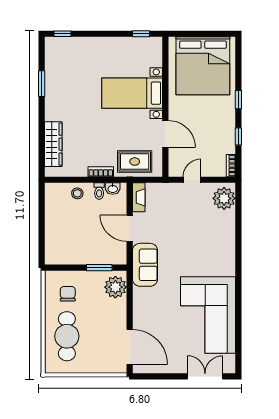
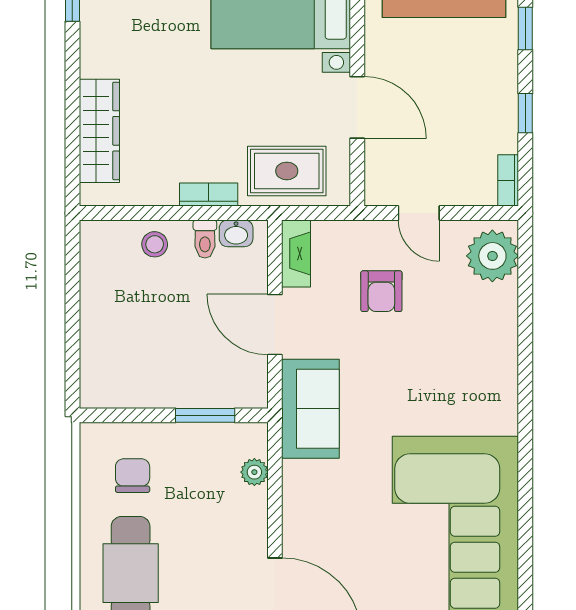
door: (192, 180) -> (419, 213), swing flipped
armchair: (176, 214) -> (381, 291), added
plant: (115, 287) -> (254, 472), width x0.53, depth x0.53

